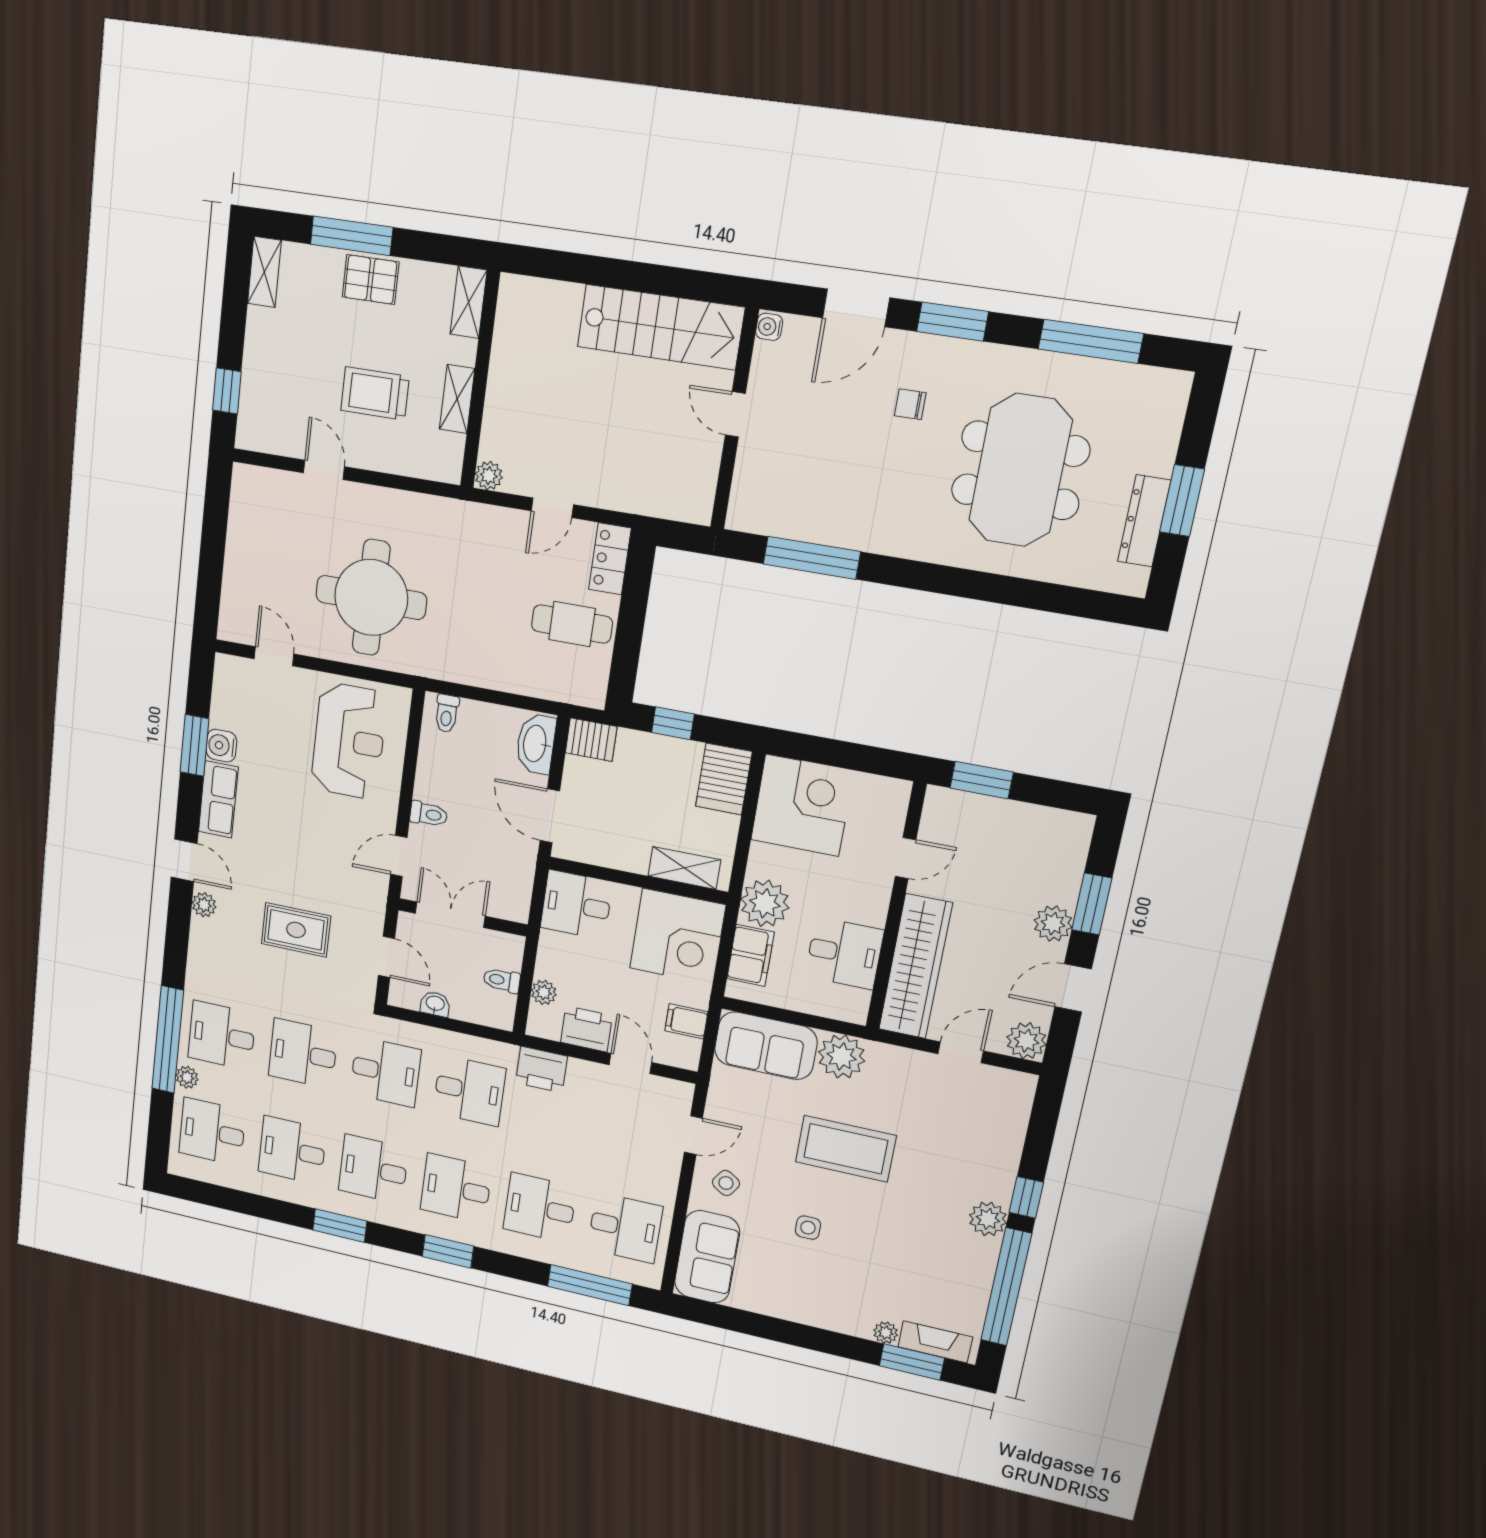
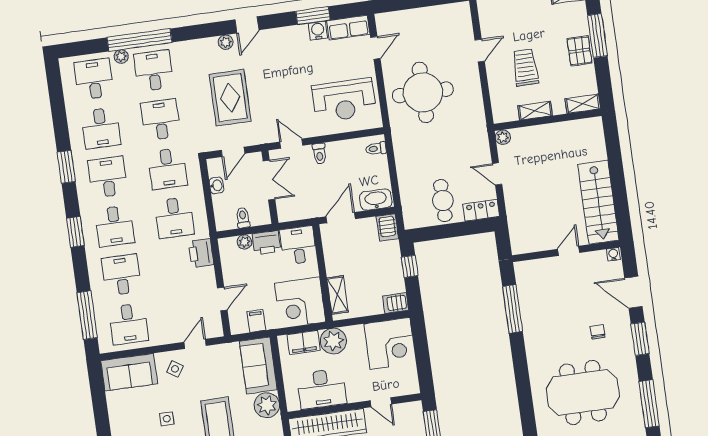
server rack: (724, 779) -> (396, 303), width x0.73, depth x0.70
row of seats: (218, 799) -> (348, 28), moved
rug: (296, 930) -> (230, 98), width x1.36, depth x1.43
desk: (844, 953) -> (322, 389), width x1.37
printer: (586, 1029) -> (266, 243), moved, turned 90
door: (693, 1135) -> (195, 344), swing flipped
desk: (292, 1150) -> (101, 128), turned 180
desk: (456, 1188) -> (115, 226), turned 180

